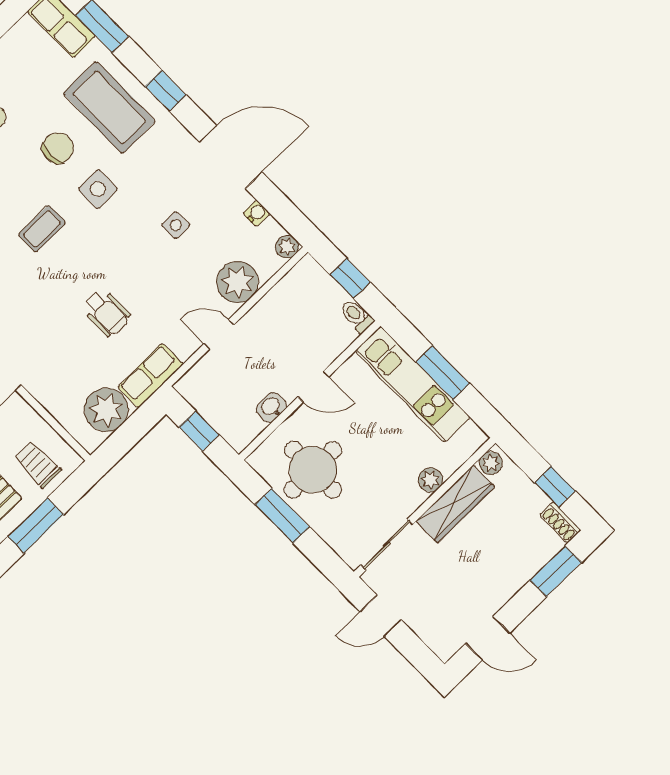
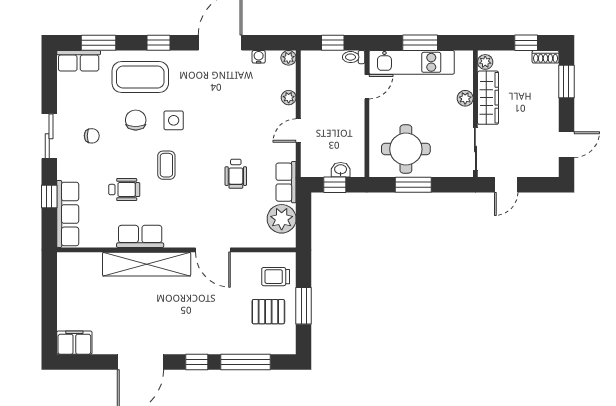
side table: (176, 225) -> (227, 100), removed
plant: (238, 282) -> (289, 98), width x0.53, depth x0.53
wheelchair: (106, 313) -> (236, 174), turned 90
door: (313, 387) -> (367, 87), moved
washbasin: (271, 407) -> (341, 170), moved, turned 90

